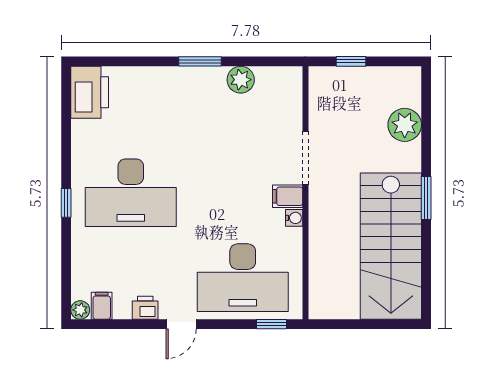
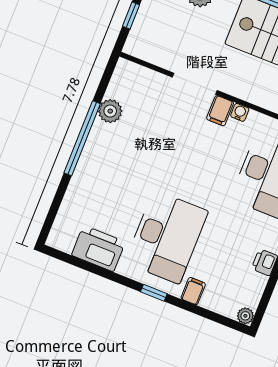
window: (200, 61) -> (82, 138), width x2.11
printer: (90, 92) -> (98, 249), moved
filing cabinet: (102, 306) -> (193, 291), moved, turned 90

